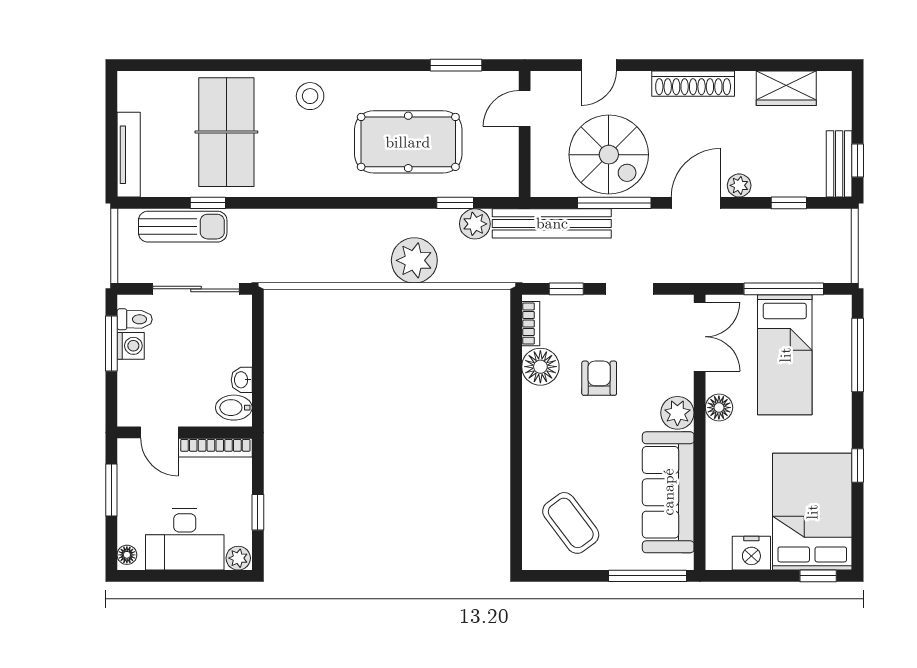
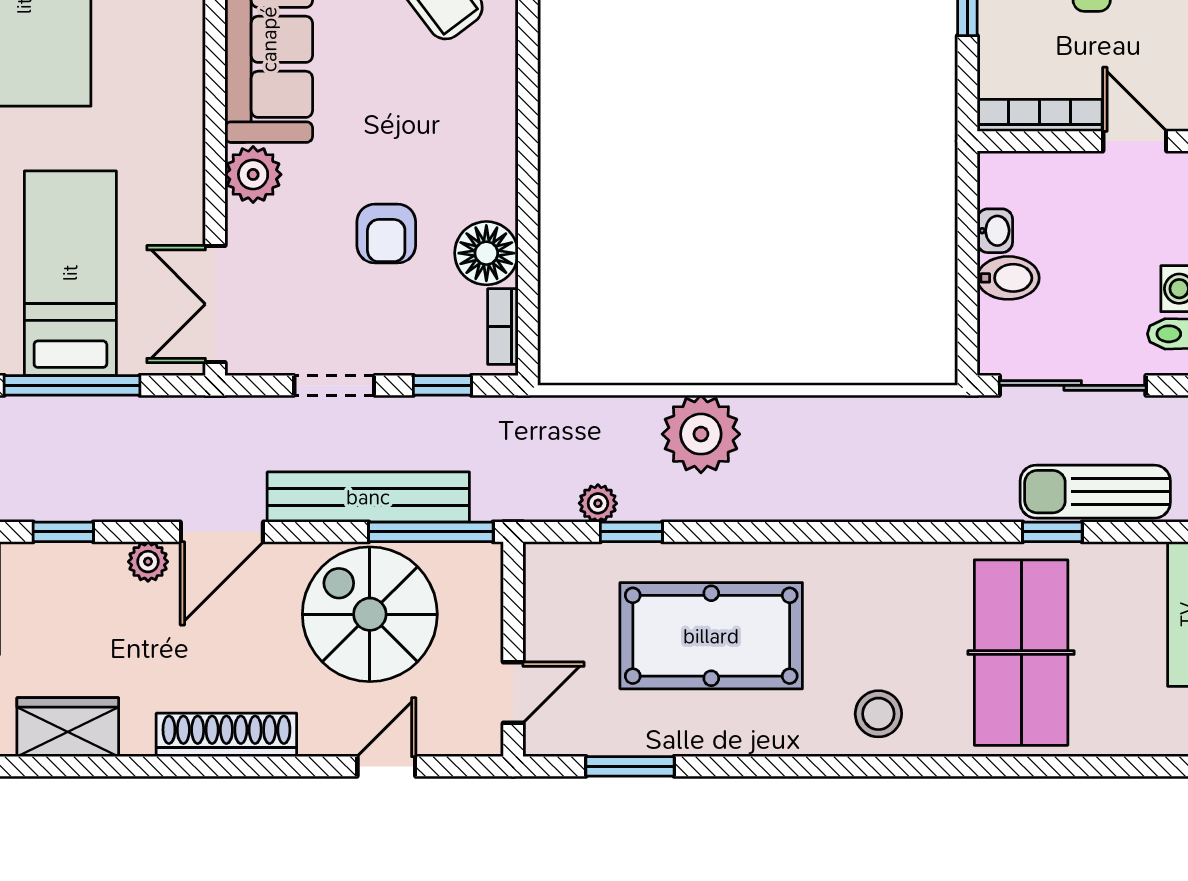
window: (614, 203) -> (431, 532), moved
bench: (552, 223) -> (368, 497), moved
plant: (475, 224) -> (598, 503), width x0.73, depth x0.73
bidet: (234, 408) -> (1008, 278), moved
floor lamp: (719, 408) -> (182, 184), removed

